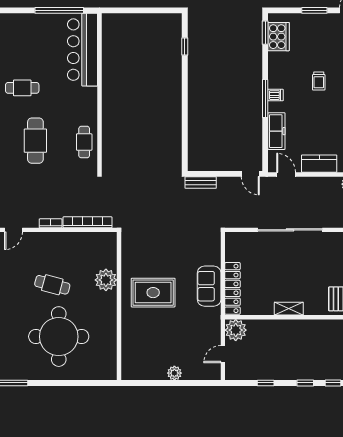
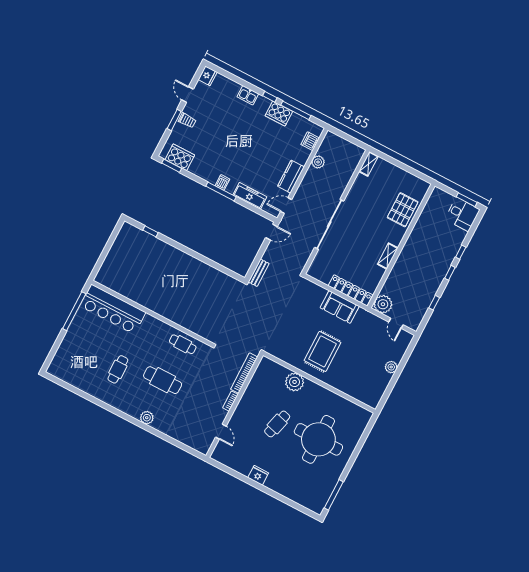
trolley: (319, 81) -> (187, 120), moved

